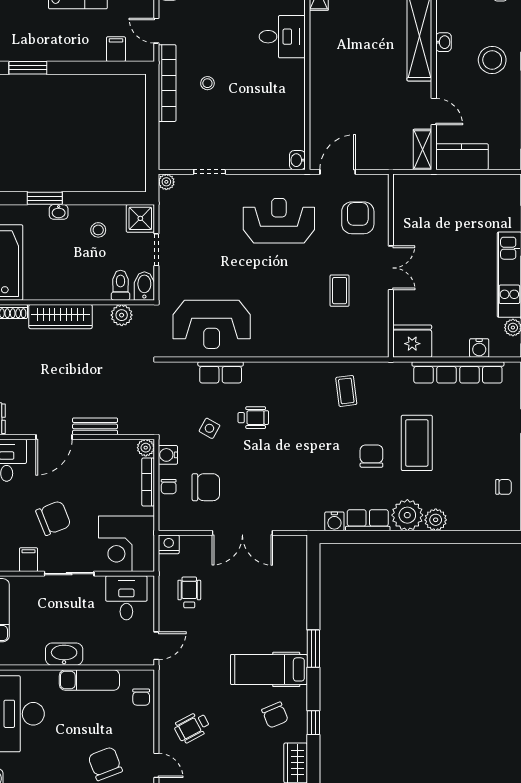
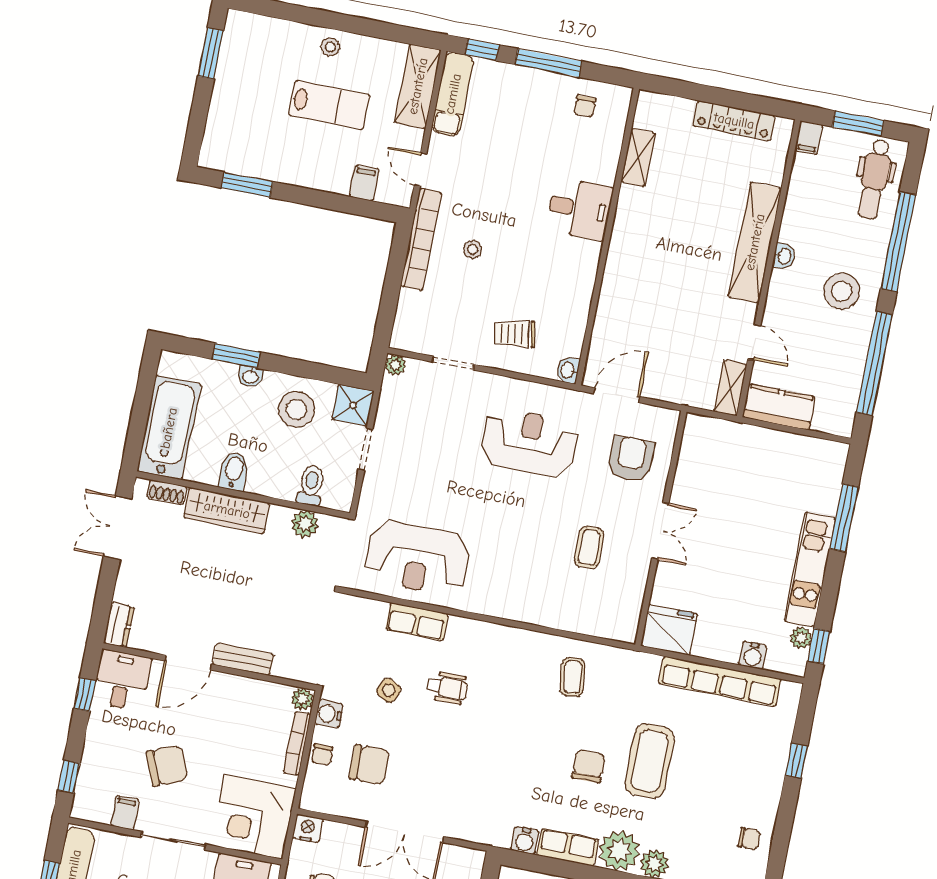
trolley: (252, 141) -> (515, 334), added
stool: (98, 230) -> (296, 409), width x1.89, depth x1.89
bidet: (144, 286) -> (234, 471), moved

